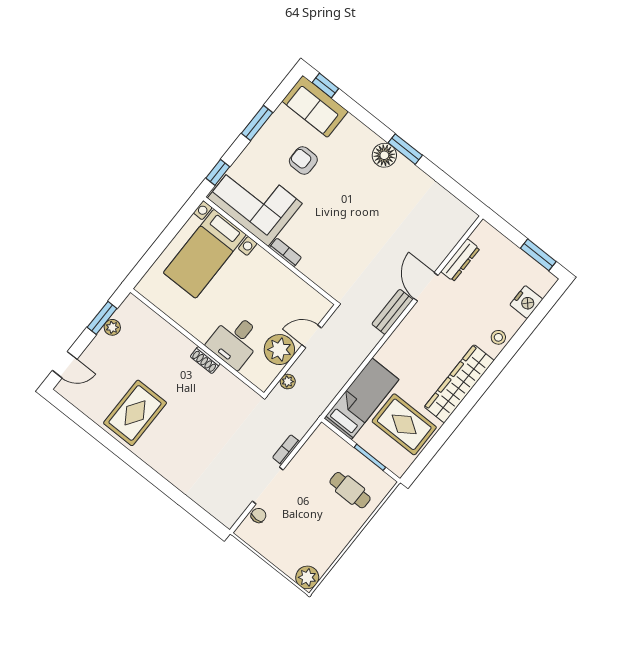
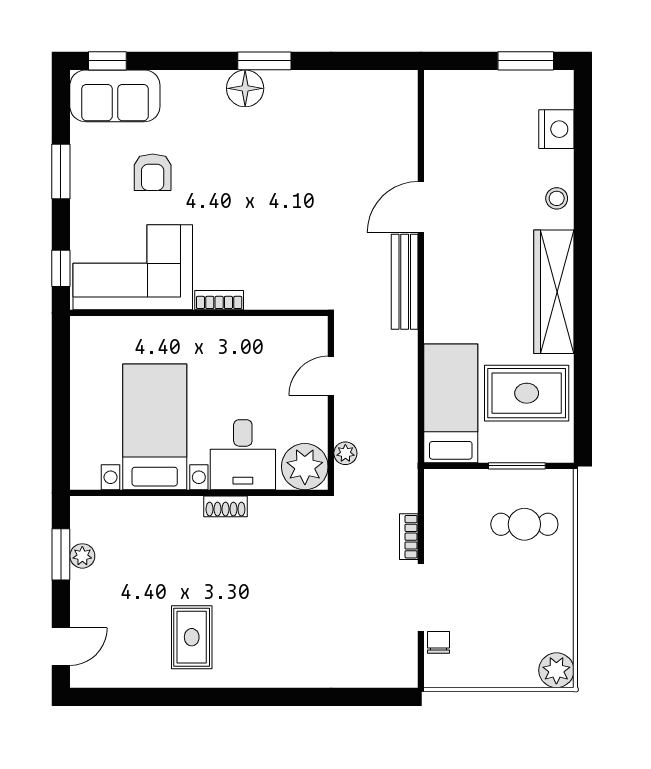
armchair: (303, 160) -> (153, 172), turned -90
bed with nightstands: (205, 254) -> (155, 427), moved, turned 180
dresser: (460, 260) -> (437, 142), removed
door: (426, 287) -> (421, 207), hinge flipped
bench: (392, 312) -> (405, 282), width x1.36
plant: (279, 350) -> (305, 467), moved
rug: (135, 413) -> (192, 637), width x0.73, depth x0.70

